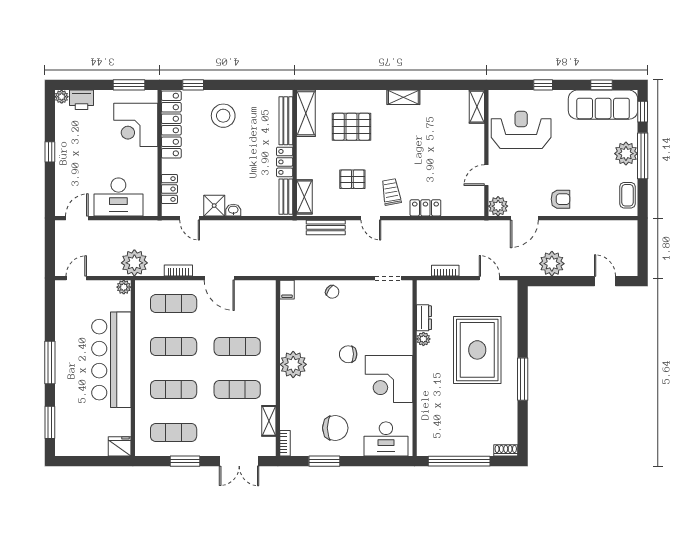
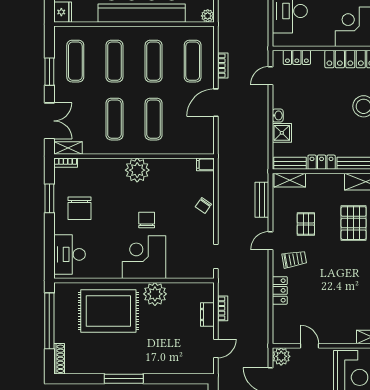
shower: (214, 206) -> (282, 133), moved
plant: (134, 263) -> (230, 26), removed
dresser: (424, 318) -> (207, 314), moved, turned 90
plant: (423, 339) -> (155, 294), width x1.87, depth x1.87
rug: (477, 350) -> (108, 311), moved
corner desk: (389, 379) -> (144, 257), moved
shelving: (269, 421) -> (68, 148), moved
shoe rack: (506, 450) -> (59, 359), width x1.43
double door: (239, 461) -> (49, 121), swing flipped

